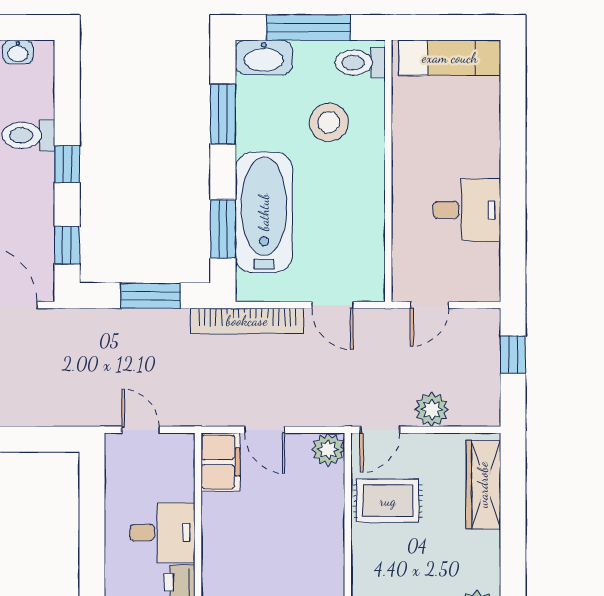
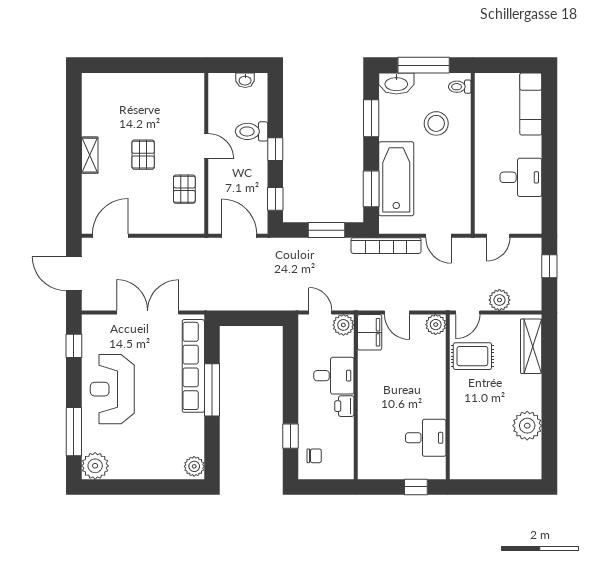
exam couch: (450, 58) -> (531, 104), moved, turned 90
toilet: (360, 63) -> (460, 87), width x0.73, depth x0.72
plant: (178, 450) -> (343, 325), added

